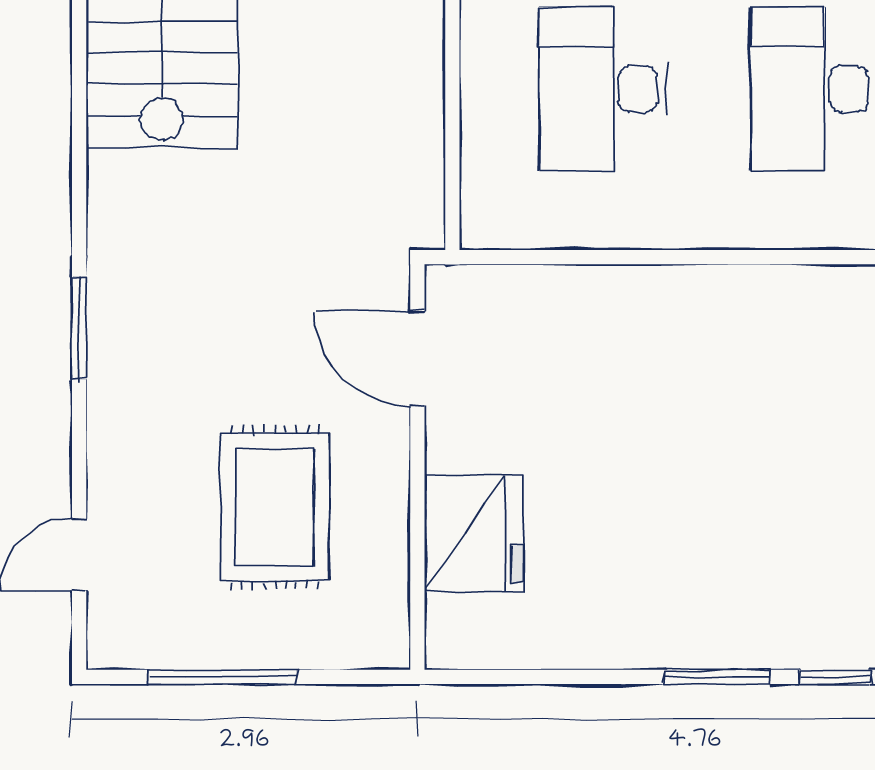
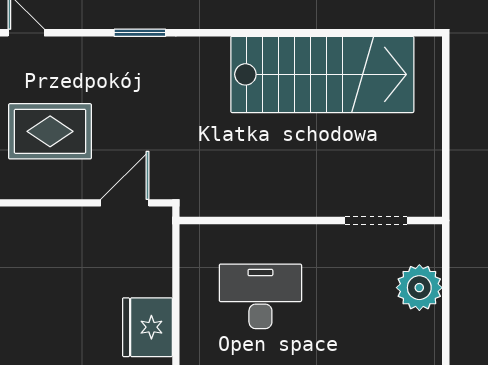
fridge: (474, 533) -> (147, 327), moved, turned 90

